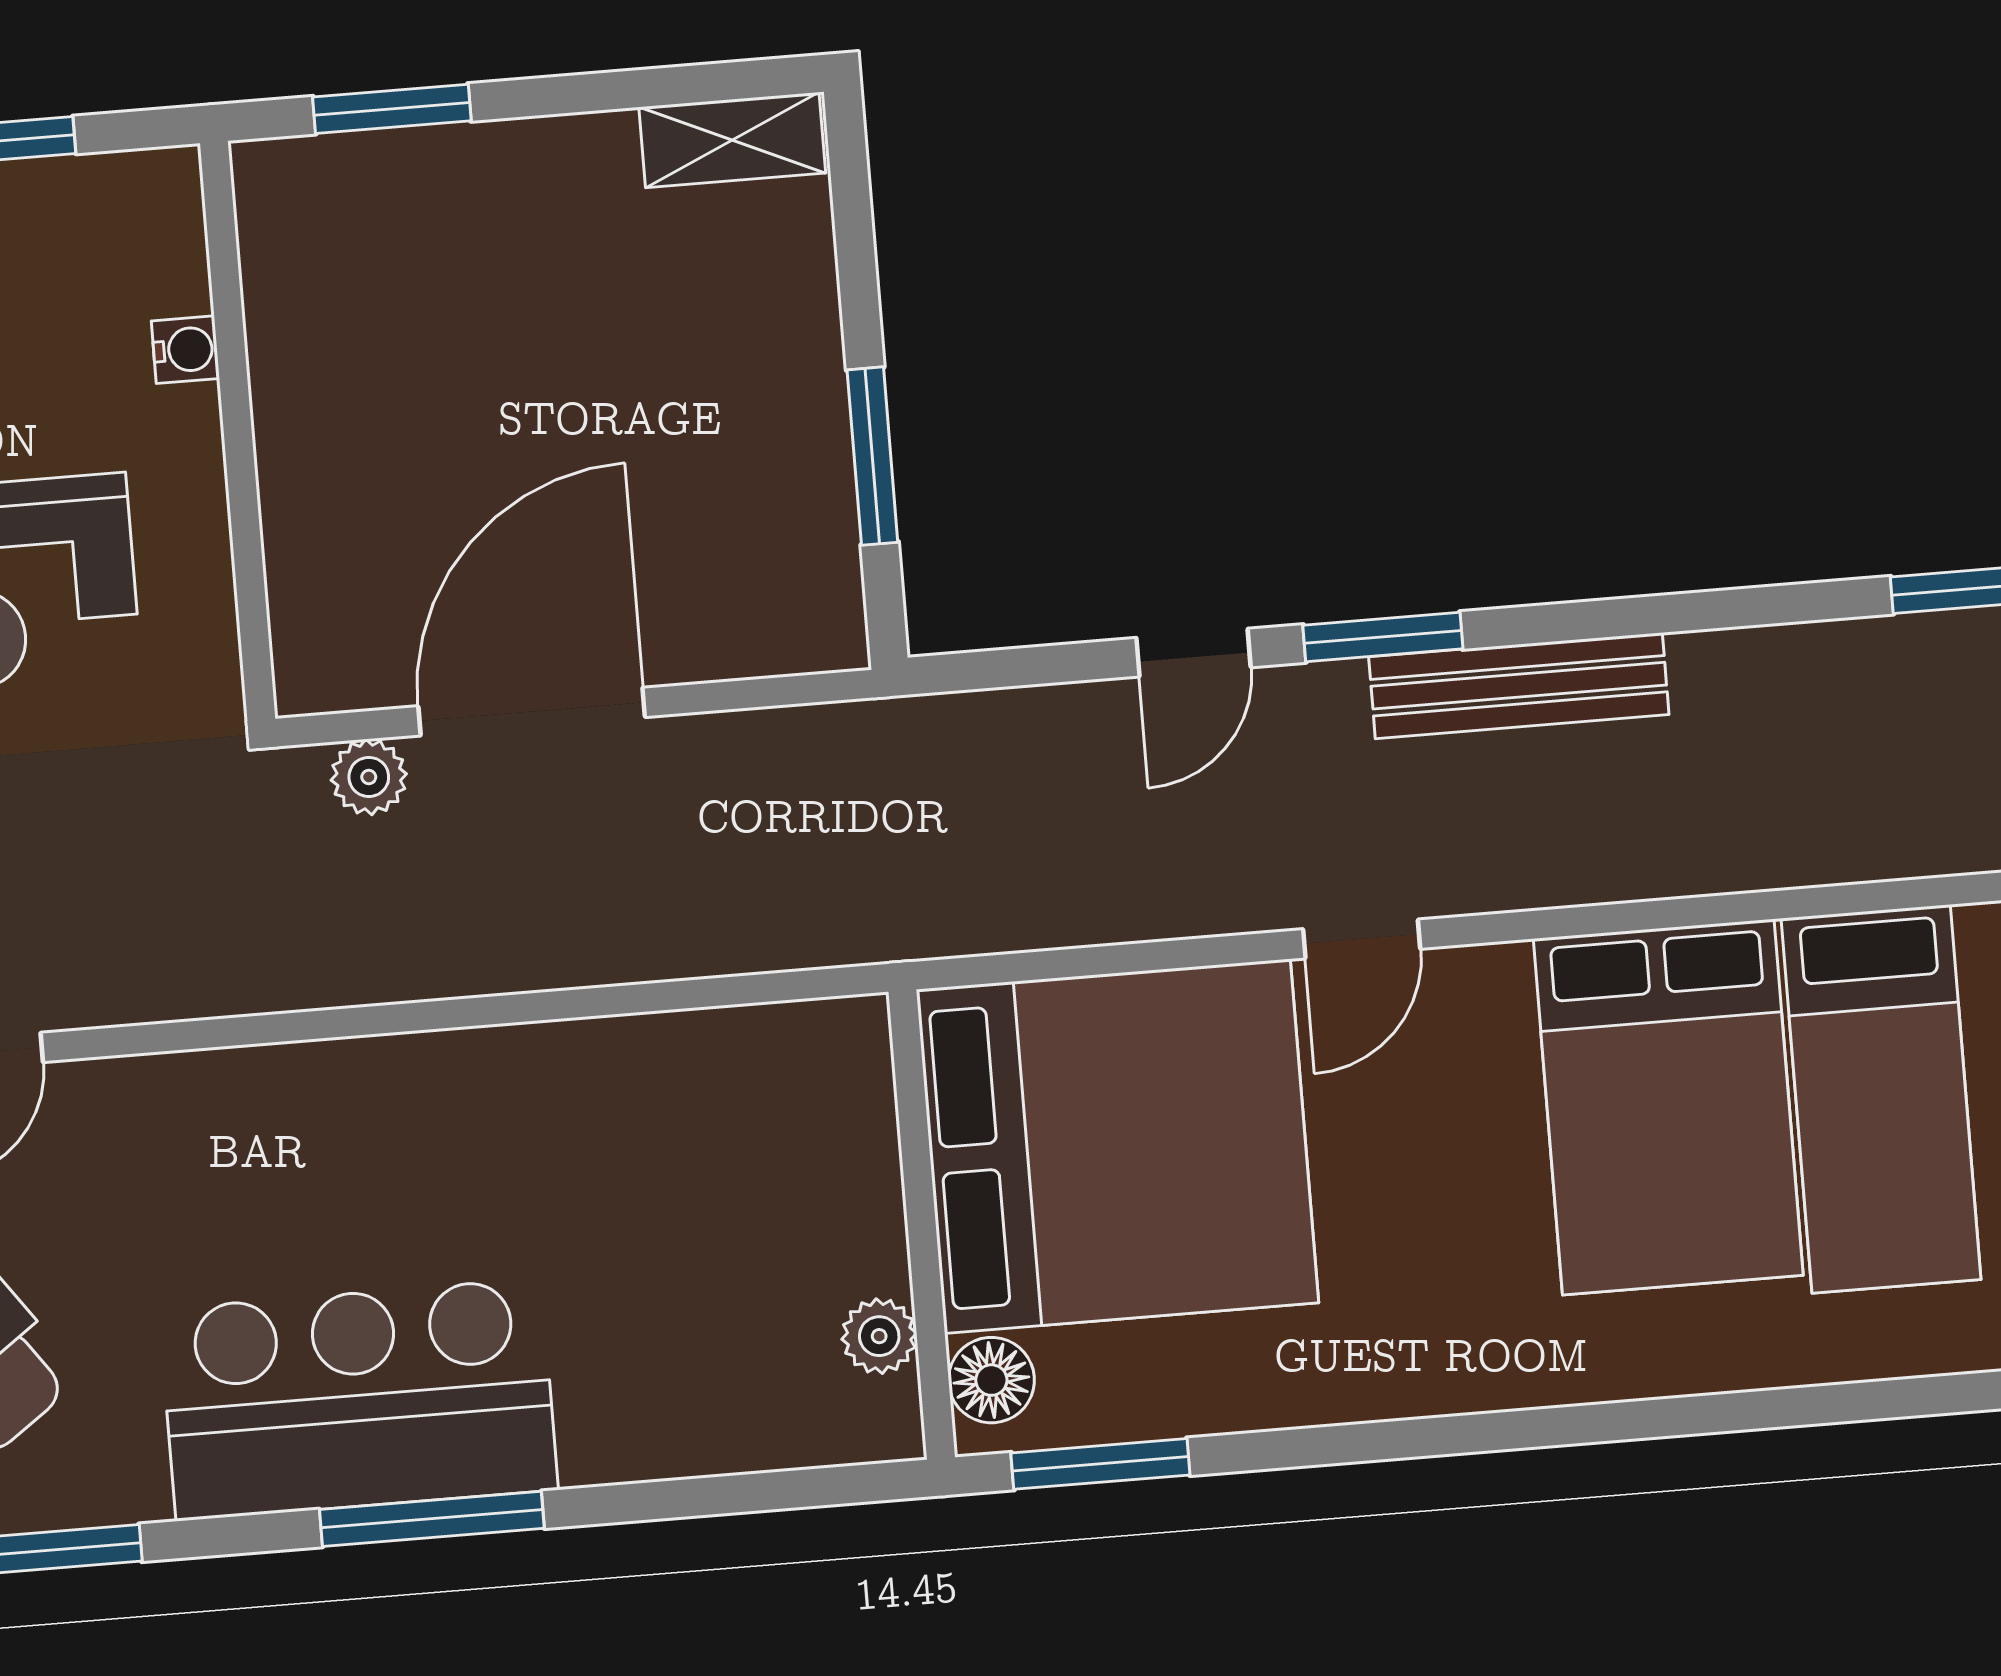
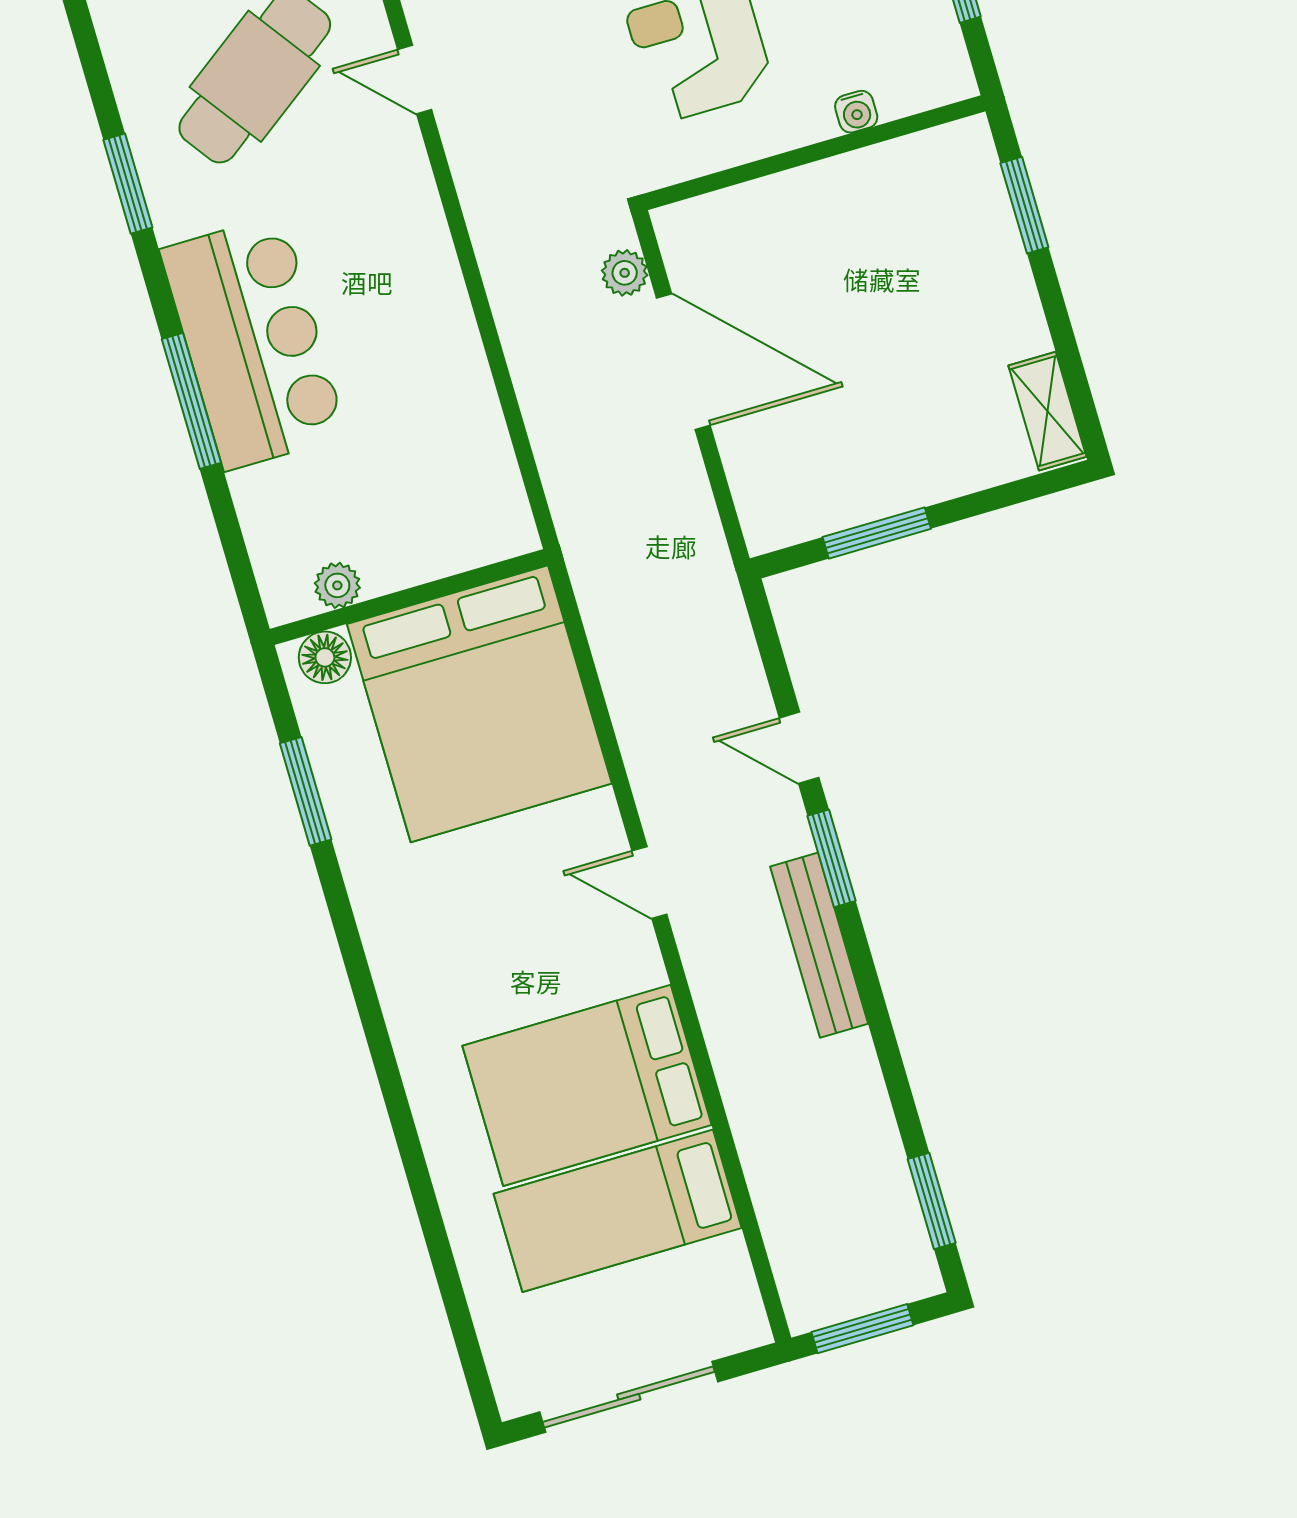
bed: (1117, 1146) -> (479, 704), moved
wall: (922, 1225) -> (409, 597), moved
plant: (879, 1336) -> (337, 585), moved
floor lamp: (991, 1380) -> (325, 657), moved

